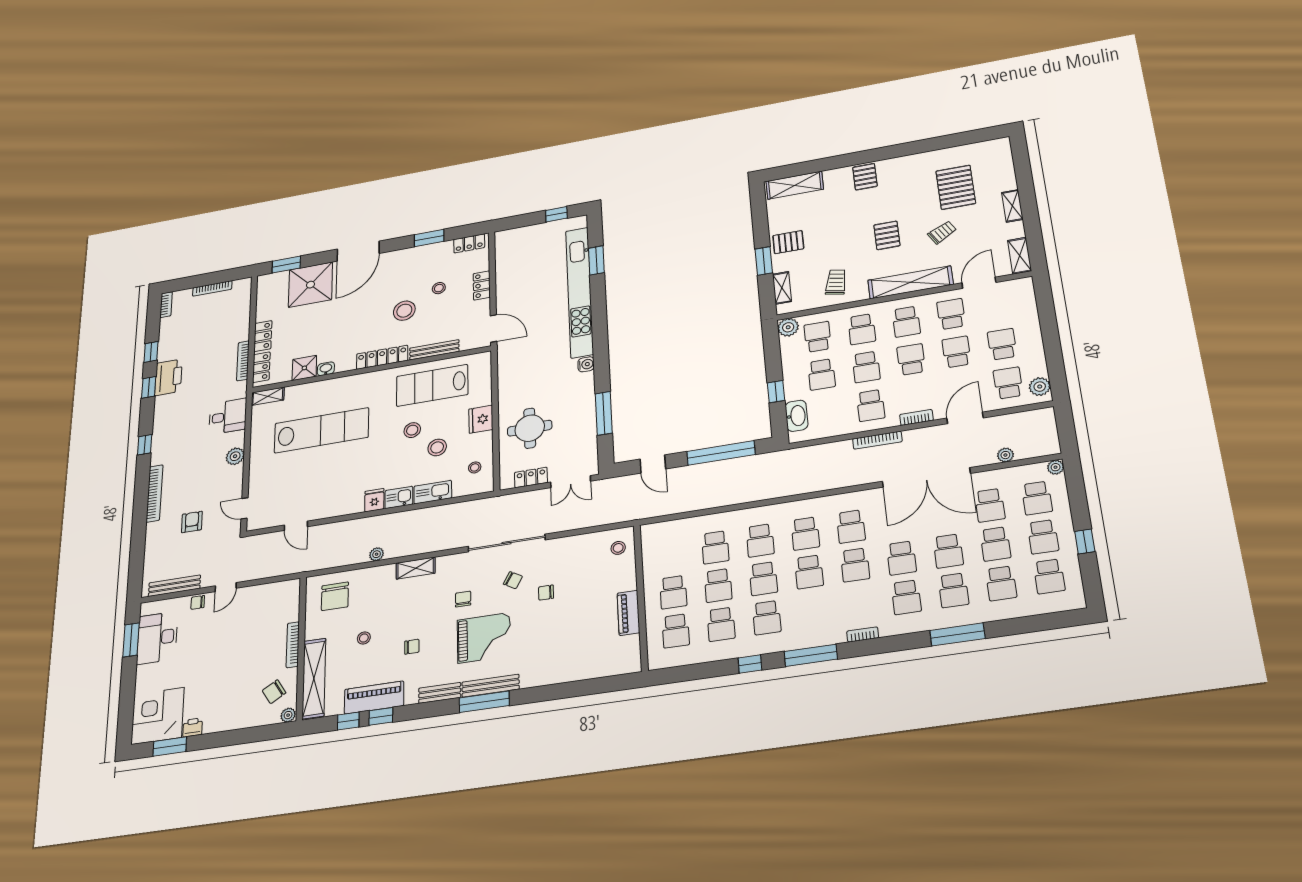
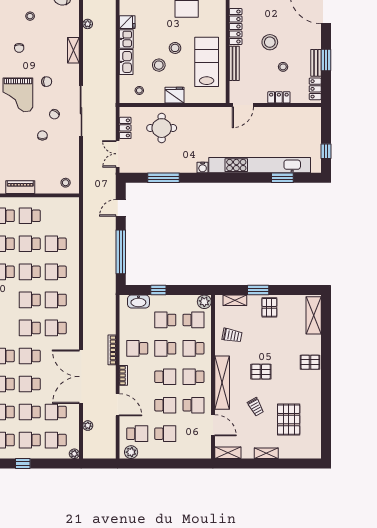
pallet: (956, 187) -> (289, 420), turned 90
bench: (433, 249) -> (316, 63), added

